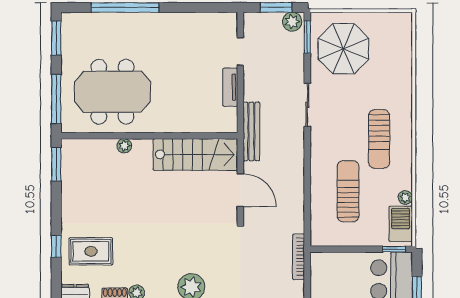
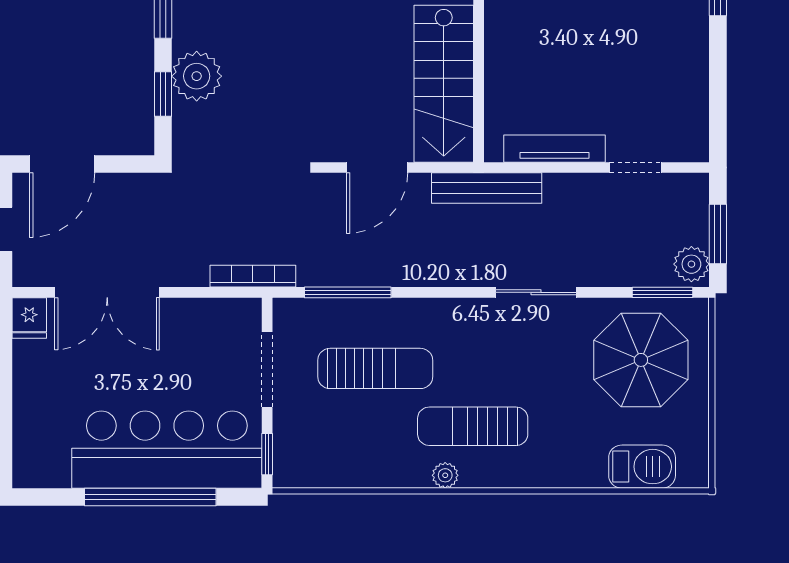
tv unit: (230, 87) -> (554, 149), width x1.41
plant: (405, 198) -> (445, 475), moved
window: (307, 206) -> (348, 292), added
barbecue: (401, 224) -> (642, 467), moved
doorway: (349, 249) -> (267, 370), added

